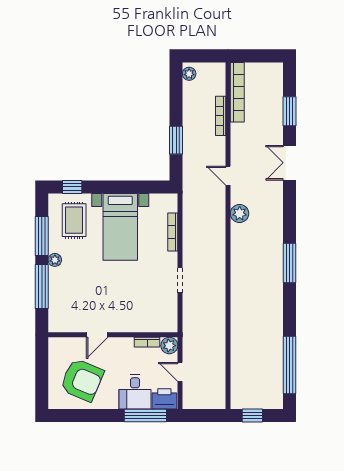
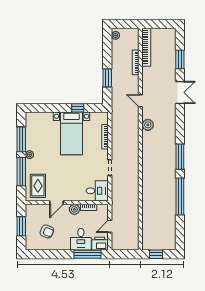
double door: (290, 163) -> (180, 92), swing flipped
window: (72, 187) -> (78, 108), moved
rug: (74, 220) -> (38, 186), moved
desk: (161, 316) -> (97, 191), added
plant: (169, 346) -> (74, 209), moved
window: (290, 365) -> (180, 197), moved
window: (42, 372) -> (21, 226), added
door: (180, 372) -> (110, 226), hinge flipped
armchair: (82, 380) -> (47, 231), width x0.53, depth x0.53

